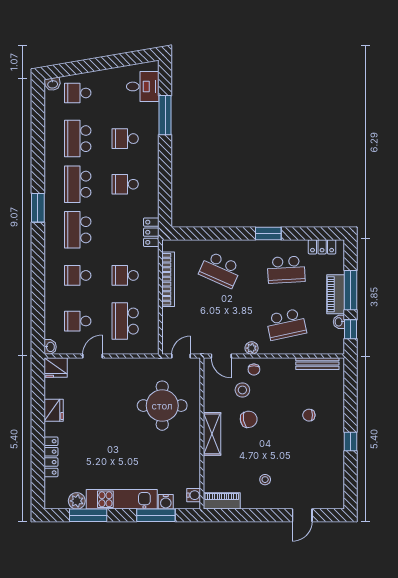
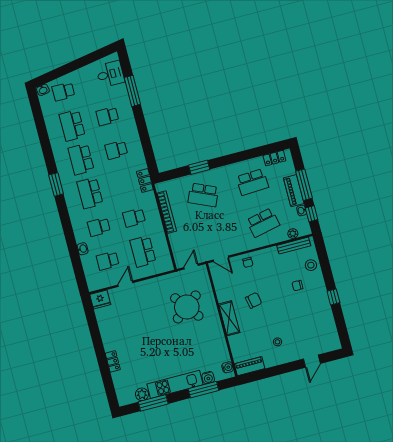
window: (268, 233) -> (199, 167), moved
washbasin: (50, 347) -> (83, 249), moved
plant: (252, 348) -> (293, 234), moved
stool: (242, 390) -> (311, 265), moved
round table: (162, 406) -> (187, 307), turned -38
fridge: (54, 410) -> (107, 332), removed
locker: (51, 457) -> (113, 361), width x0.66

